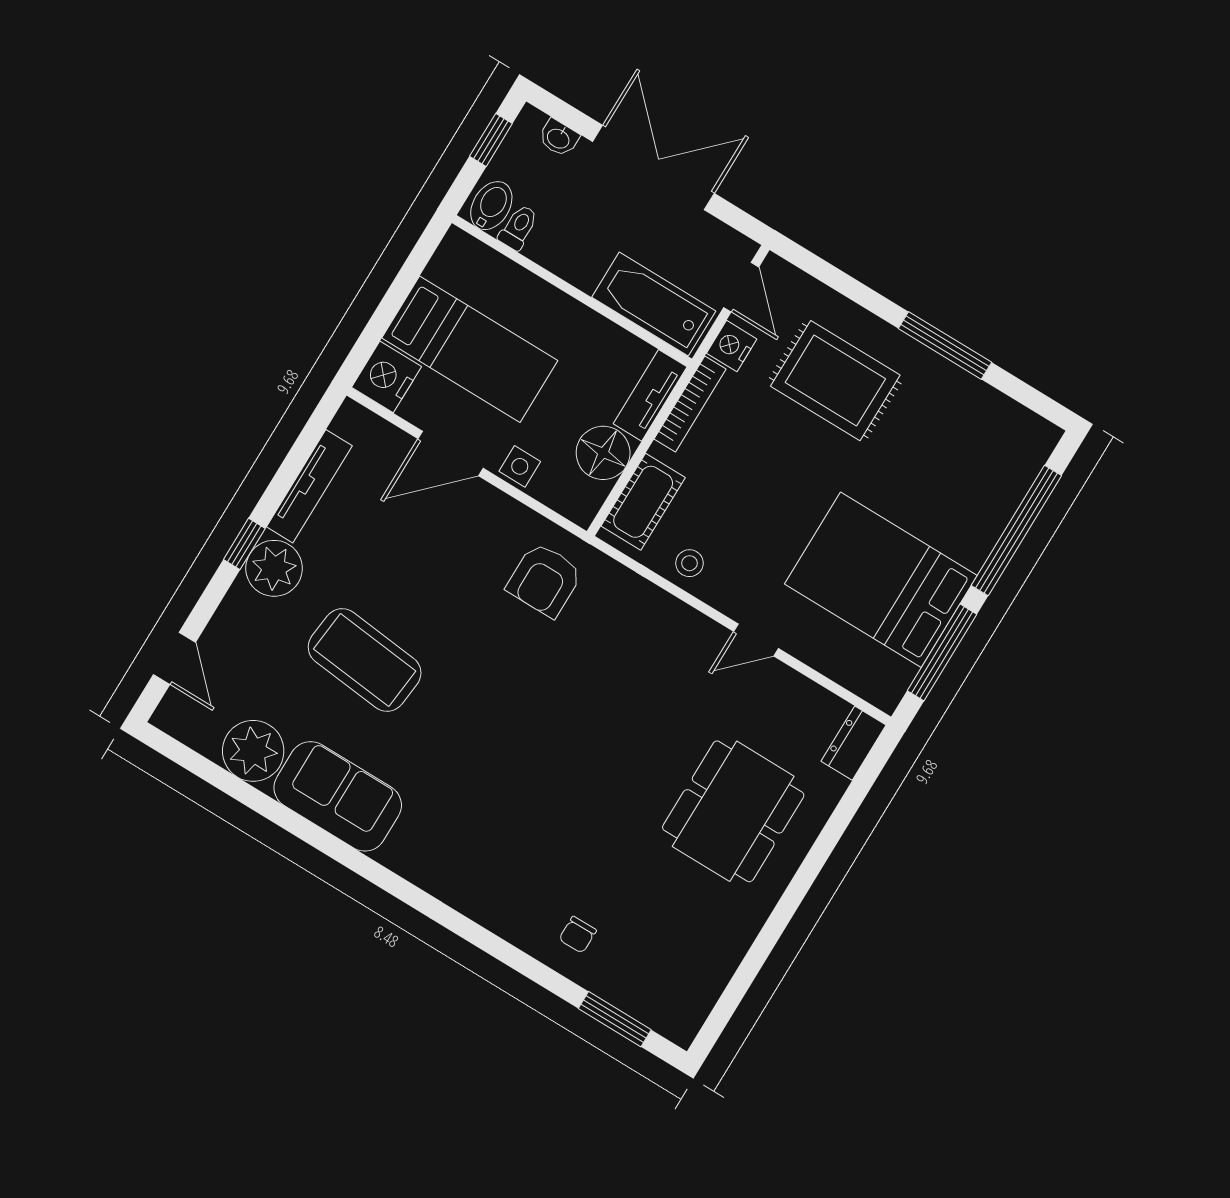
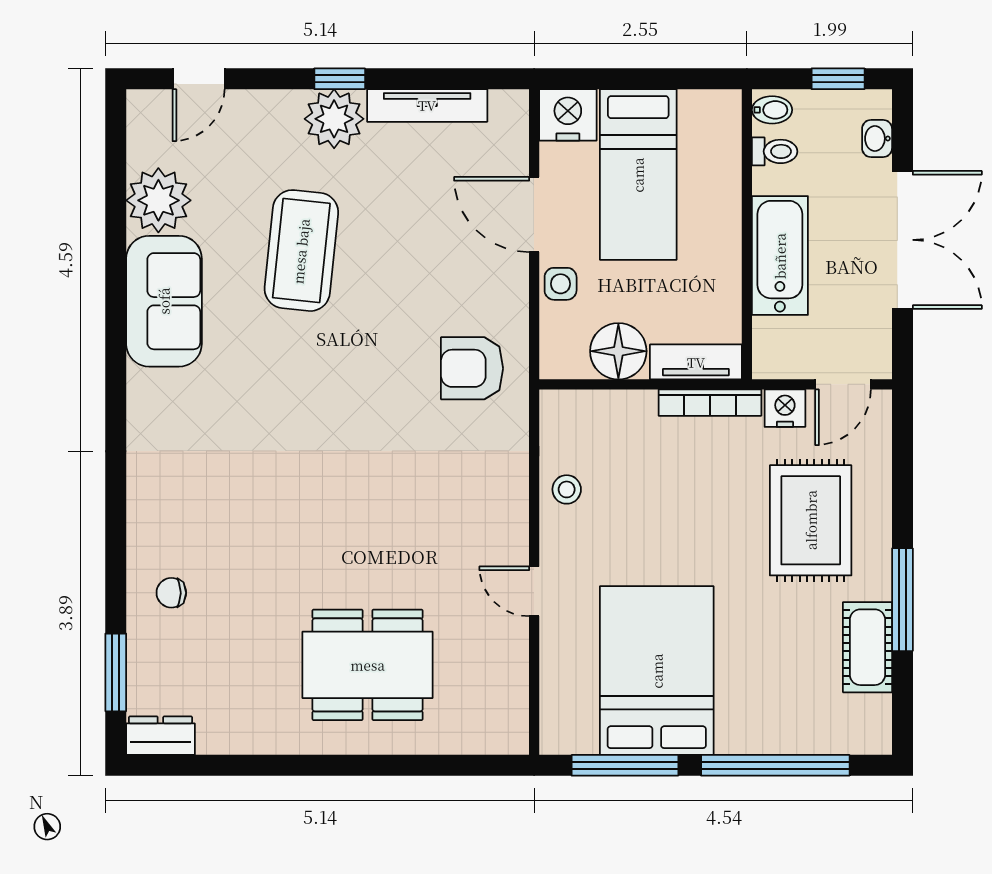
bidet: (491, 206) -> (772, 110), width x0.72, depth x0.74
bathtub: (654, 304) -> (780, 256), moved
cot: (643, 502) -> (867, 647), moved, turned 90
dresser: (854, 743) -> (160, 736), moved

